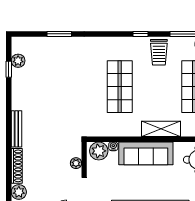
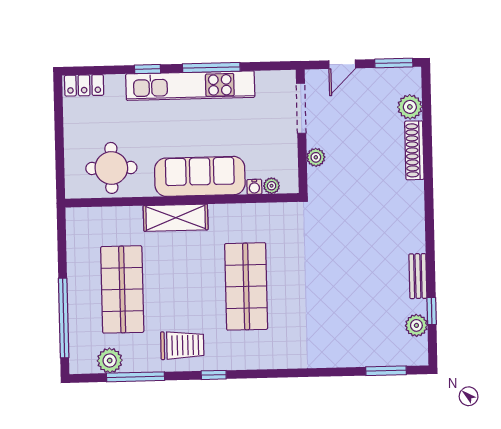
window: (59, 34) -> (386, 371), moved
trolley: (159, 52) -> (182, 345), turned 90
bench: (16, 129) -> (418, 276), moved, width x0.73
plant: (99, 151) -> (272, 186), width x0.53, depth x0.53

